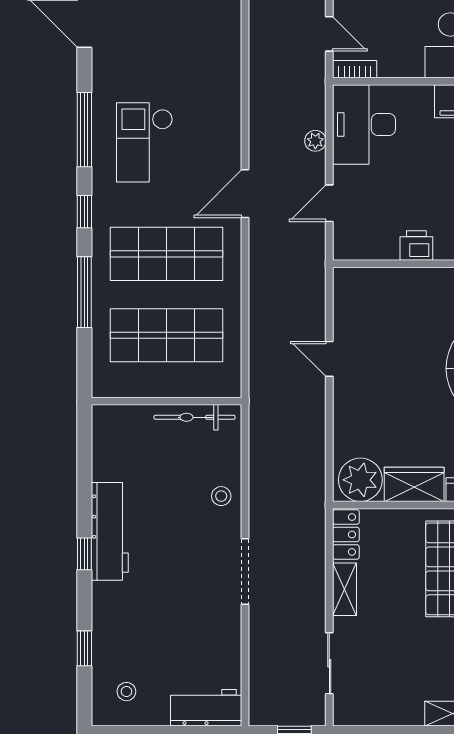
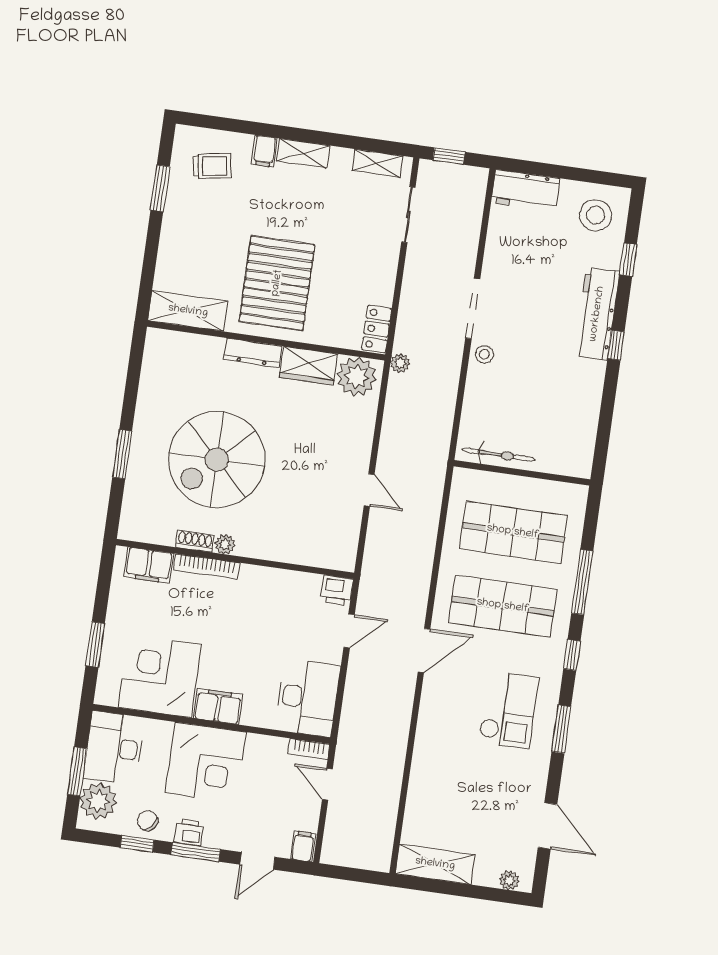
window: (84, 130) -> (561, 729), width x0.69
plant: (315, 141) -> (400, 363), moved
printer: (416, 245) -> (337, 590), moved
stool: (221, 496) -> (484, 354), moved
workbench: (110, 531) -> (597, 314), moved
shelving: (344, 589) -> (377, 163), moved, turned 90
stool: (126, 692) -> (596, 215), width x1.89, depth x1.89

